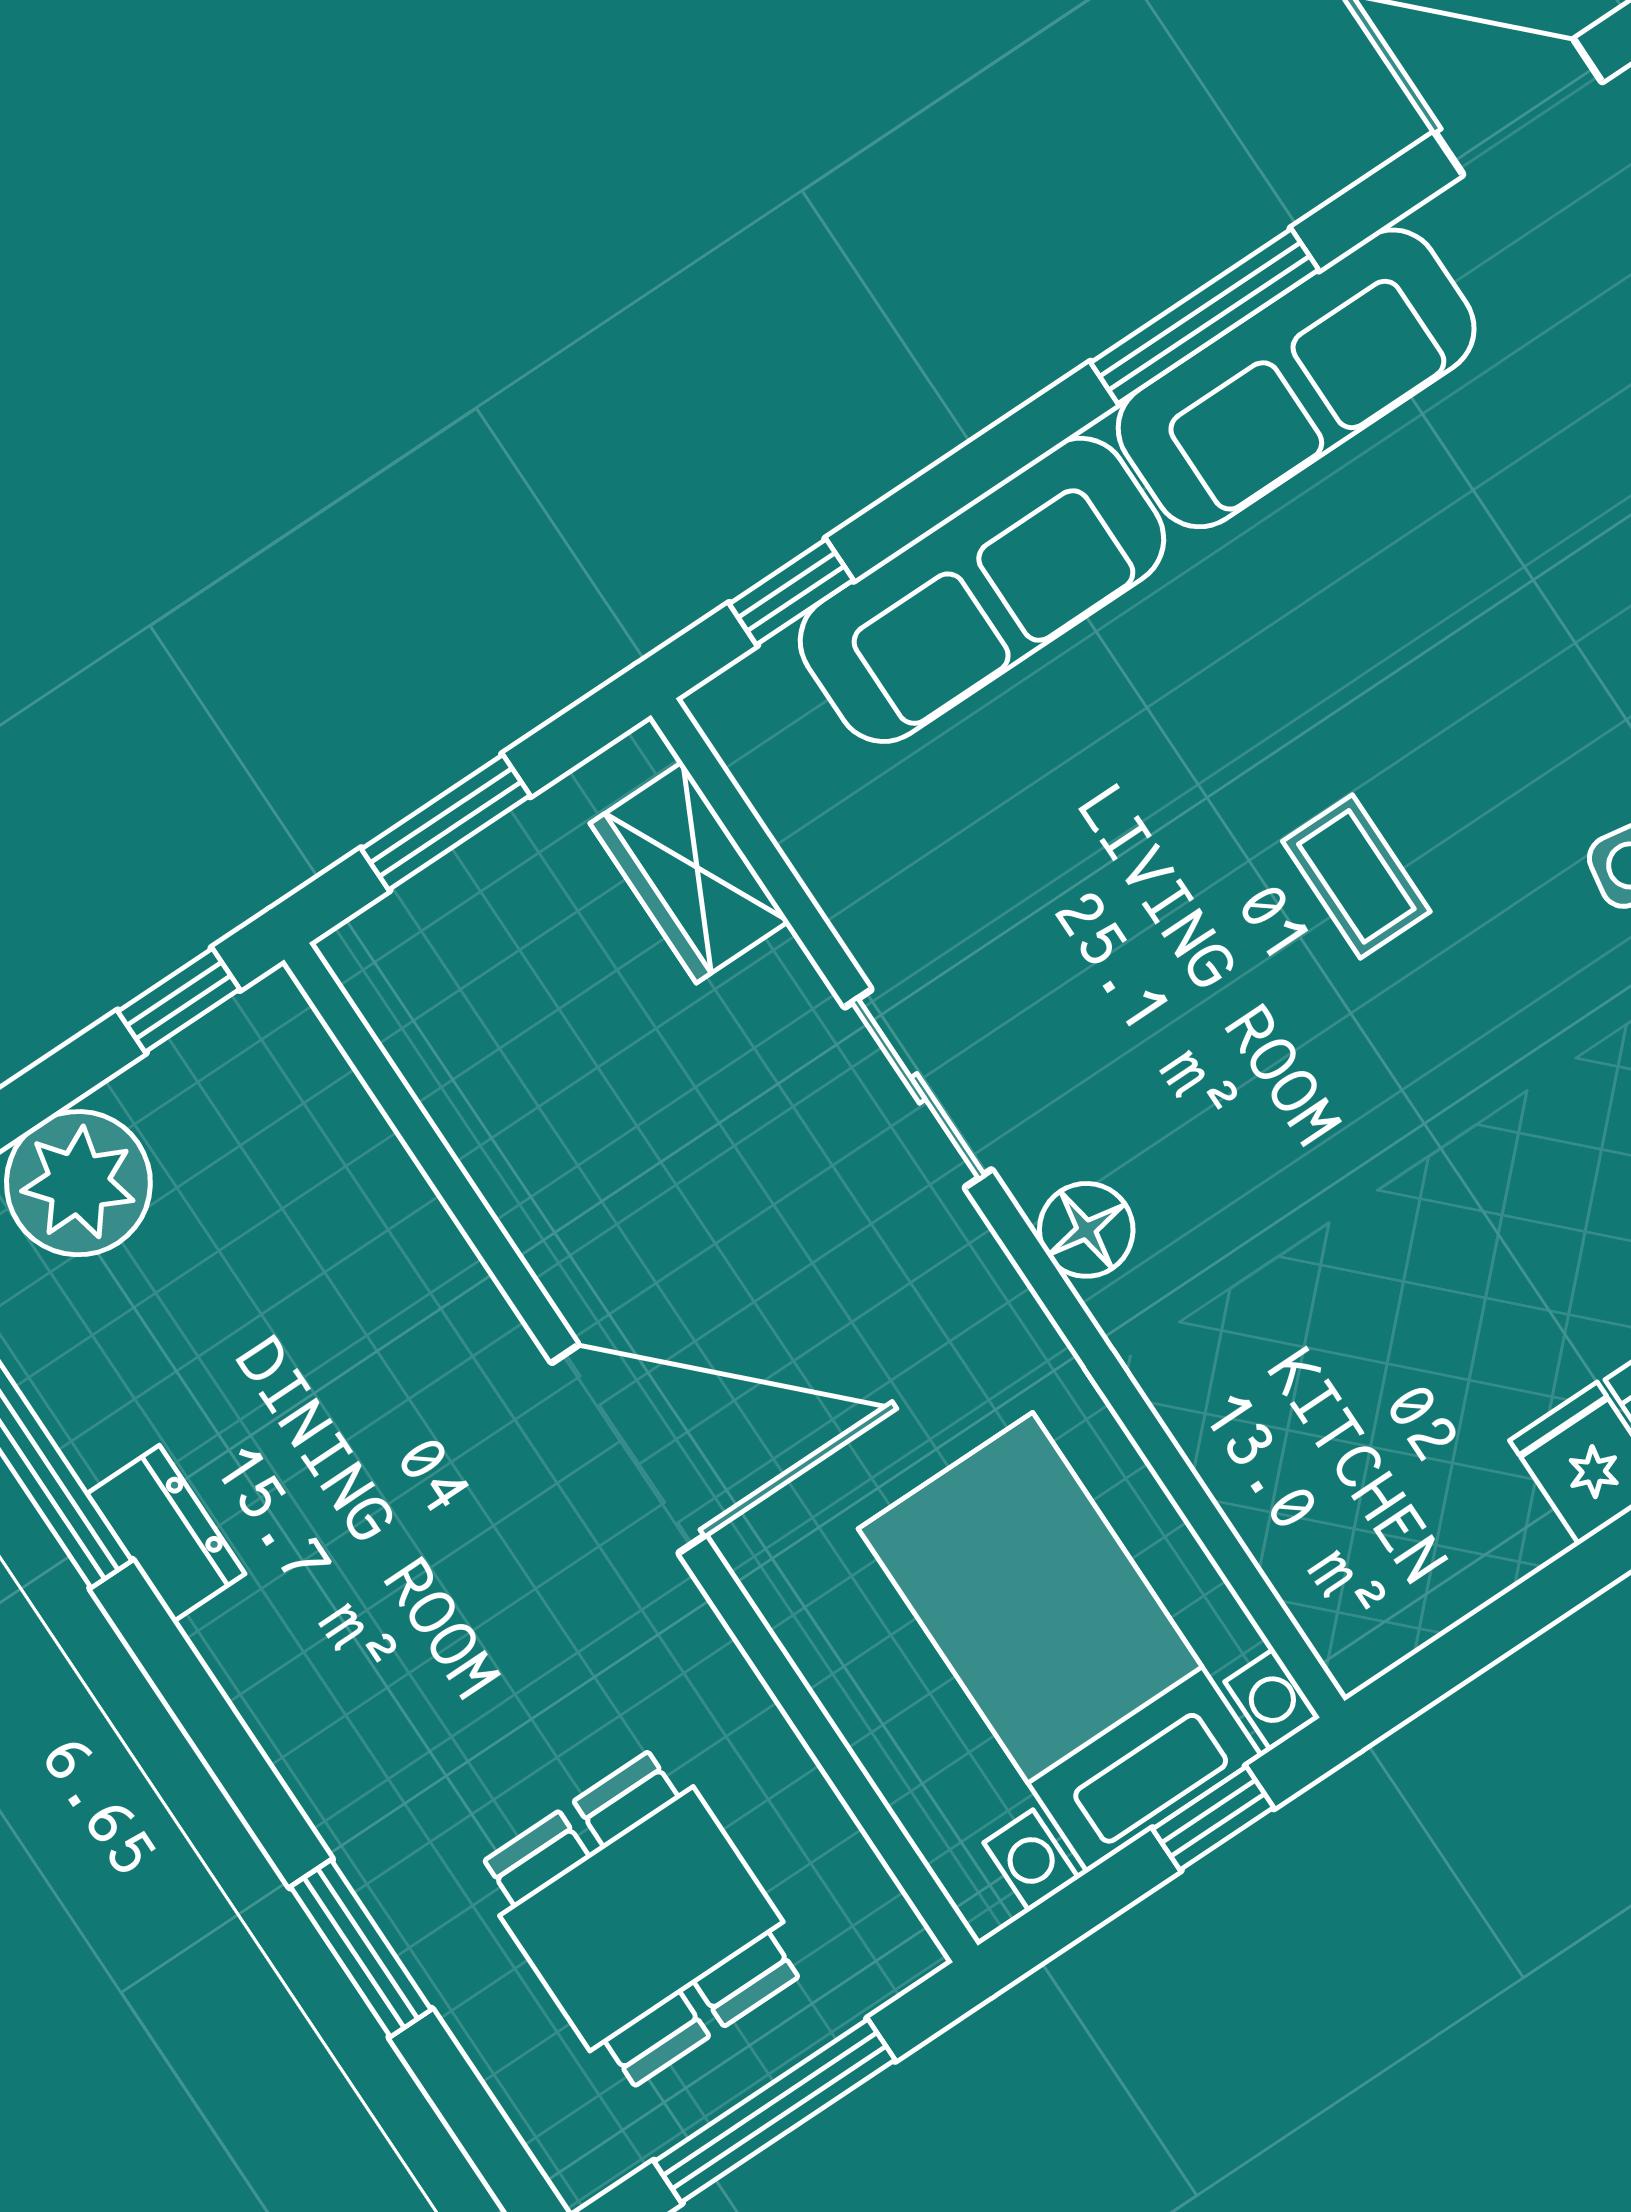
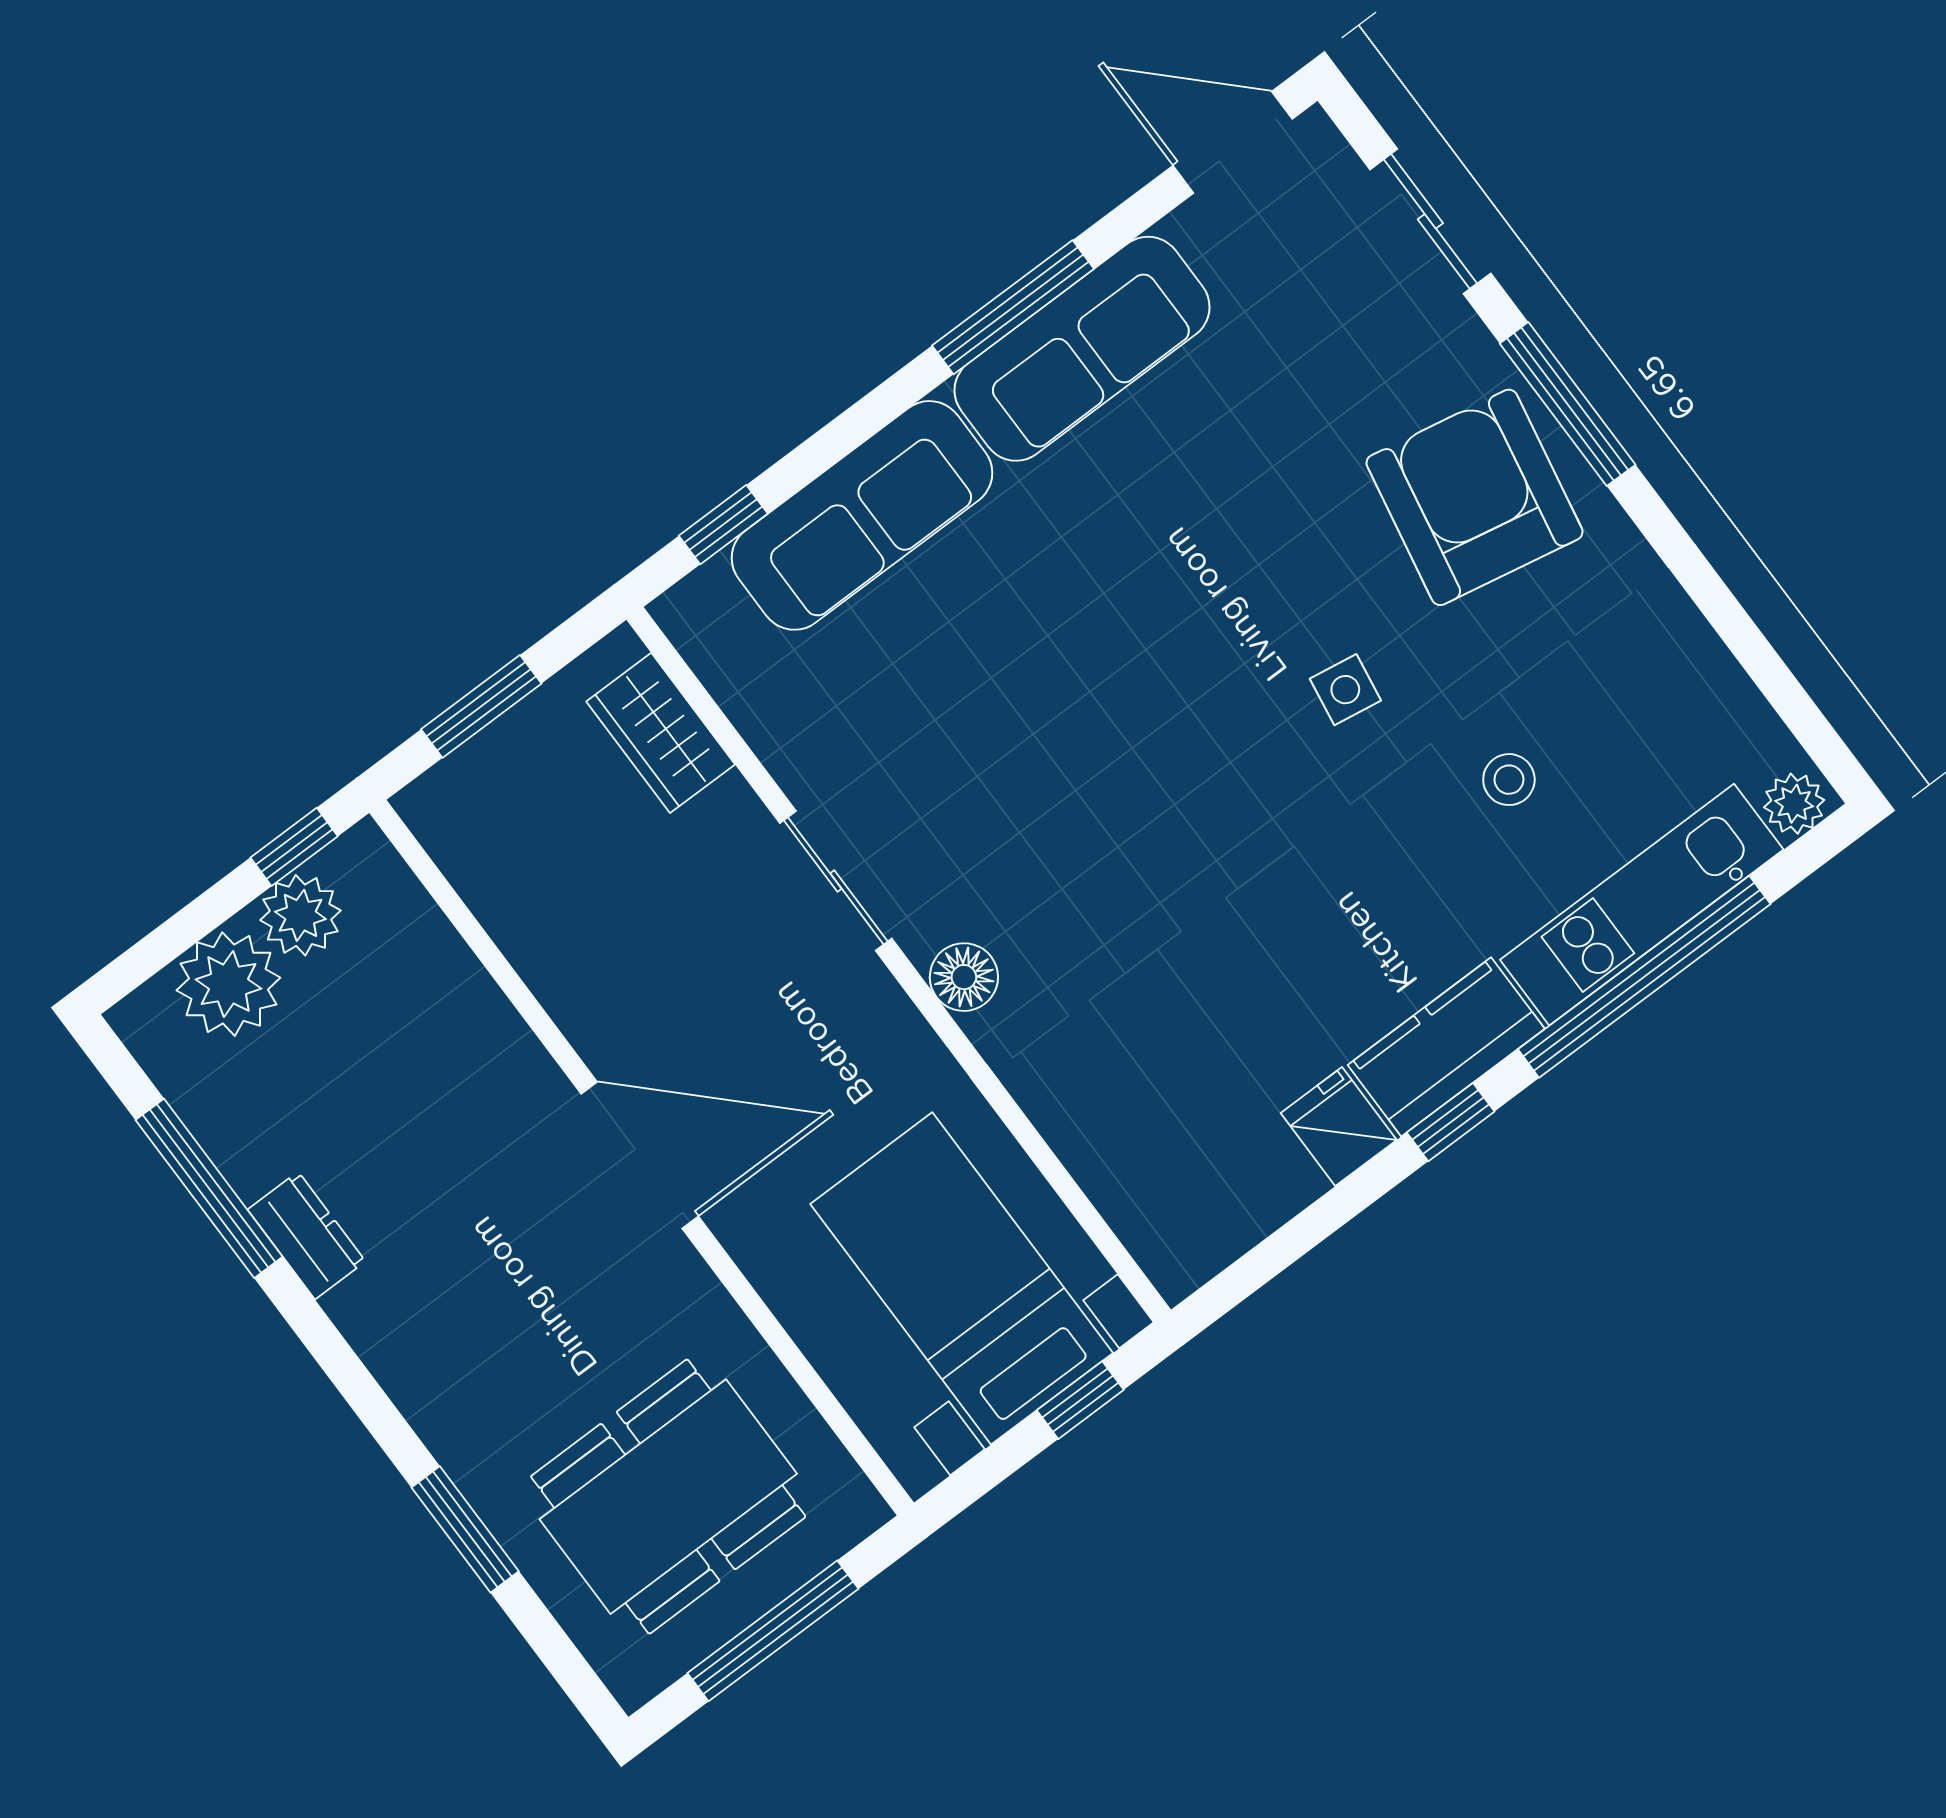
coffee table: (1356, 876) -> (1146, 709), removed
plant: (182, 1095) -> (300, 915), added
dining table: (641, 1919) -> (668, 1497), width x1.38

